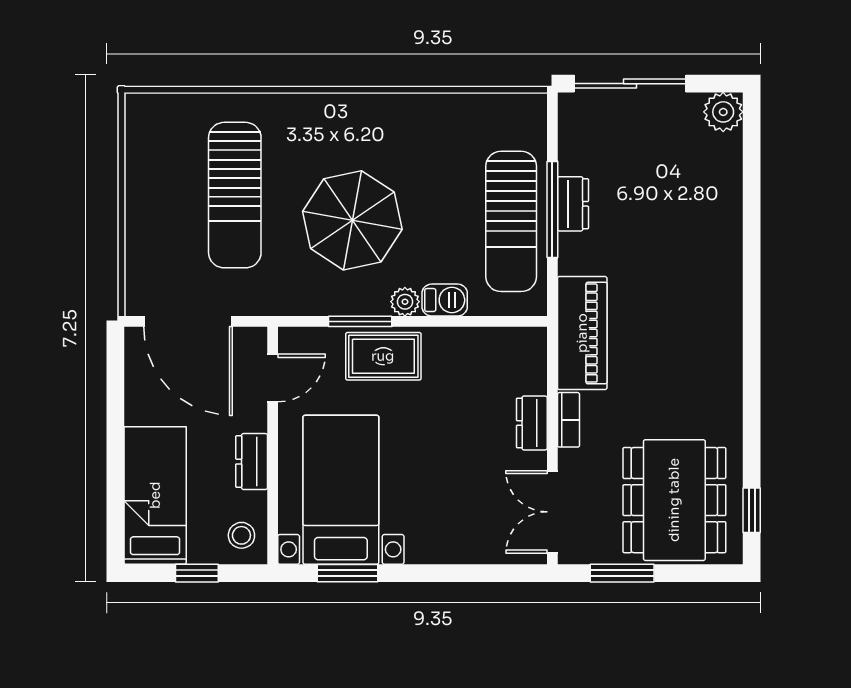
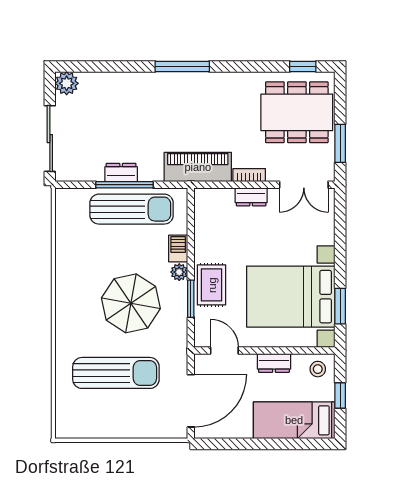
window: (752, 307) -> (182, 66), added
bed with nightstands: (341, 490) -> (291, 297), width x1.36

